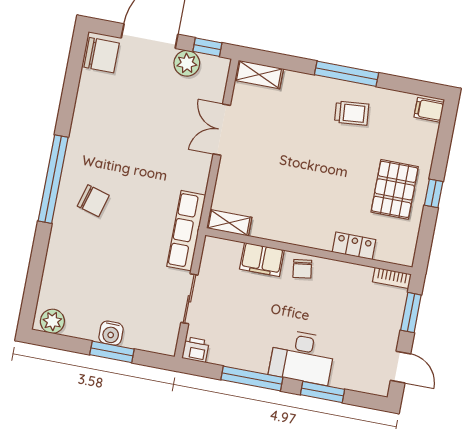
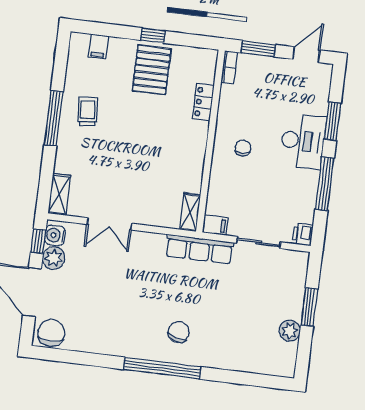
filing cabinet: (429, 110) -> (98, 47), moved
pallet: (395, 189) -> (152, 70), turned 90
filing cabinet: (262, 260) -> (215, 225), moved, width x0.50
chair: (302, 269) -> (243, 148), moved, turned -82
plant: (52, 321) -> (290, 331), moved
water cooler: (111, 333) -> (55, 235), moved, turned 180

